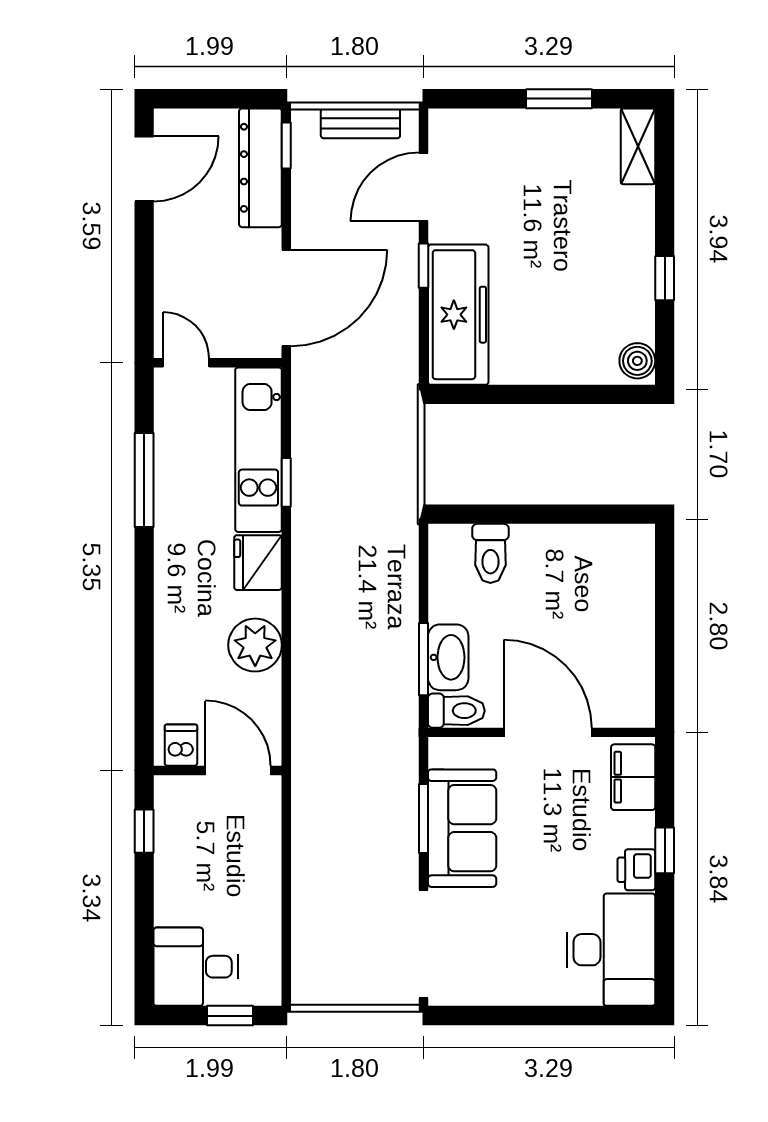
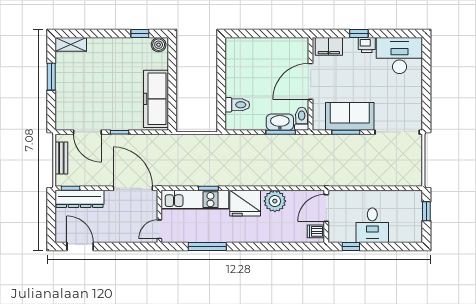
window: (665, 278) -> (140, 34), moved
freezer: (458, 315) -> (156, 99), moved, turned -90
fridge: (258, 563) -> (245, 203), width x1.36, depth x1.34
desk: (196, 967) -> (372, 225), moved

